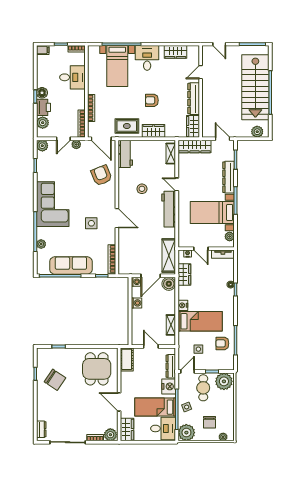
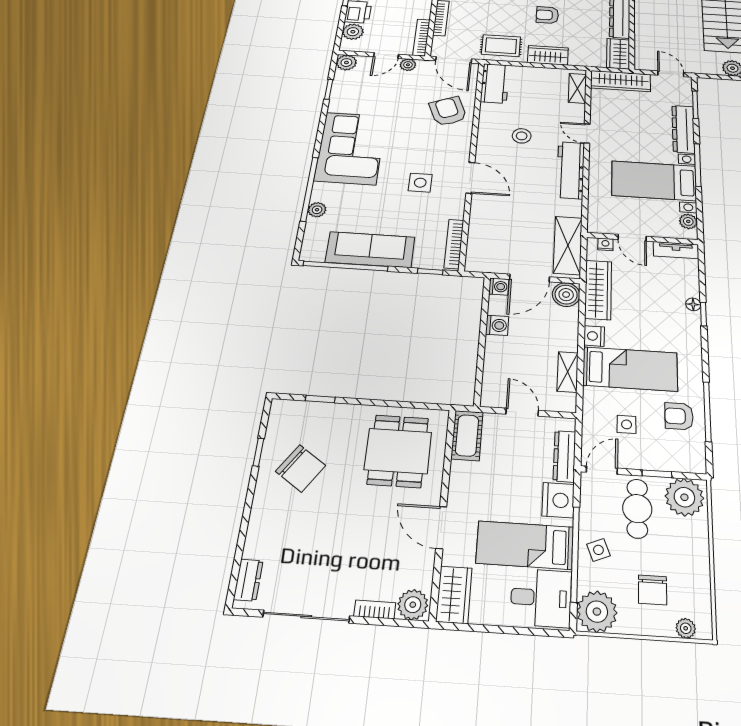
wardrobe: (184, 274) -> (598, 290), width x1.50

